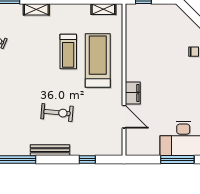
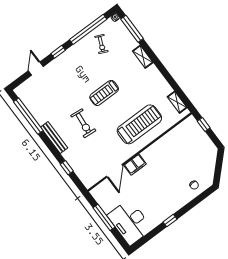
treadmill: (68, 51) -> (104, 93), moved
window: (177, 159) -> (104, 217), moved

